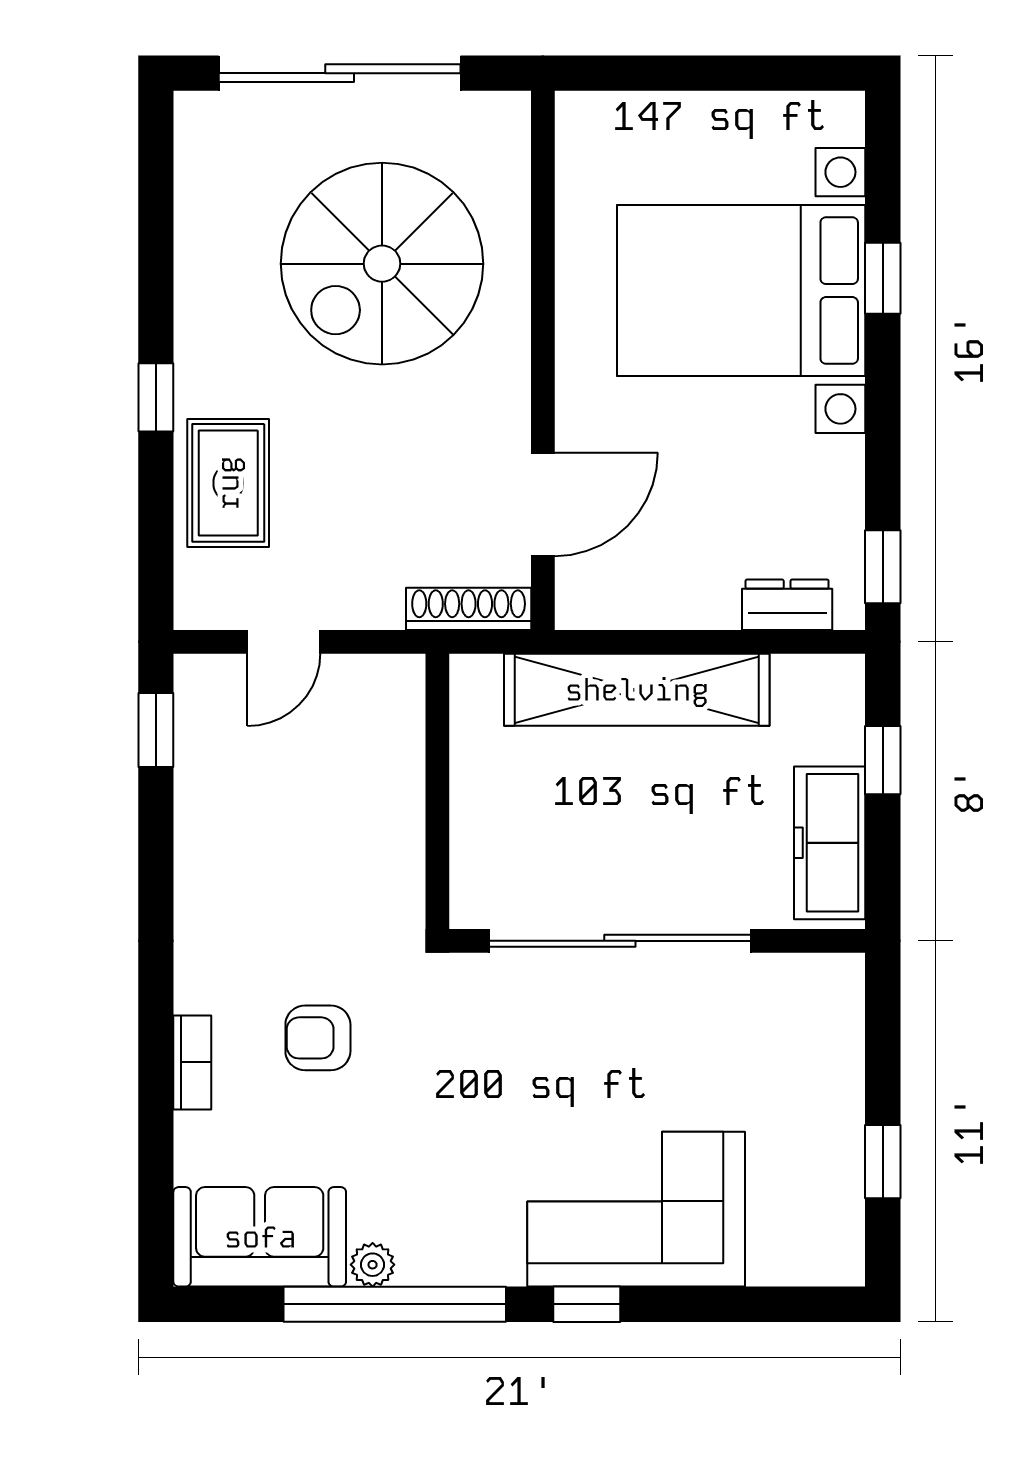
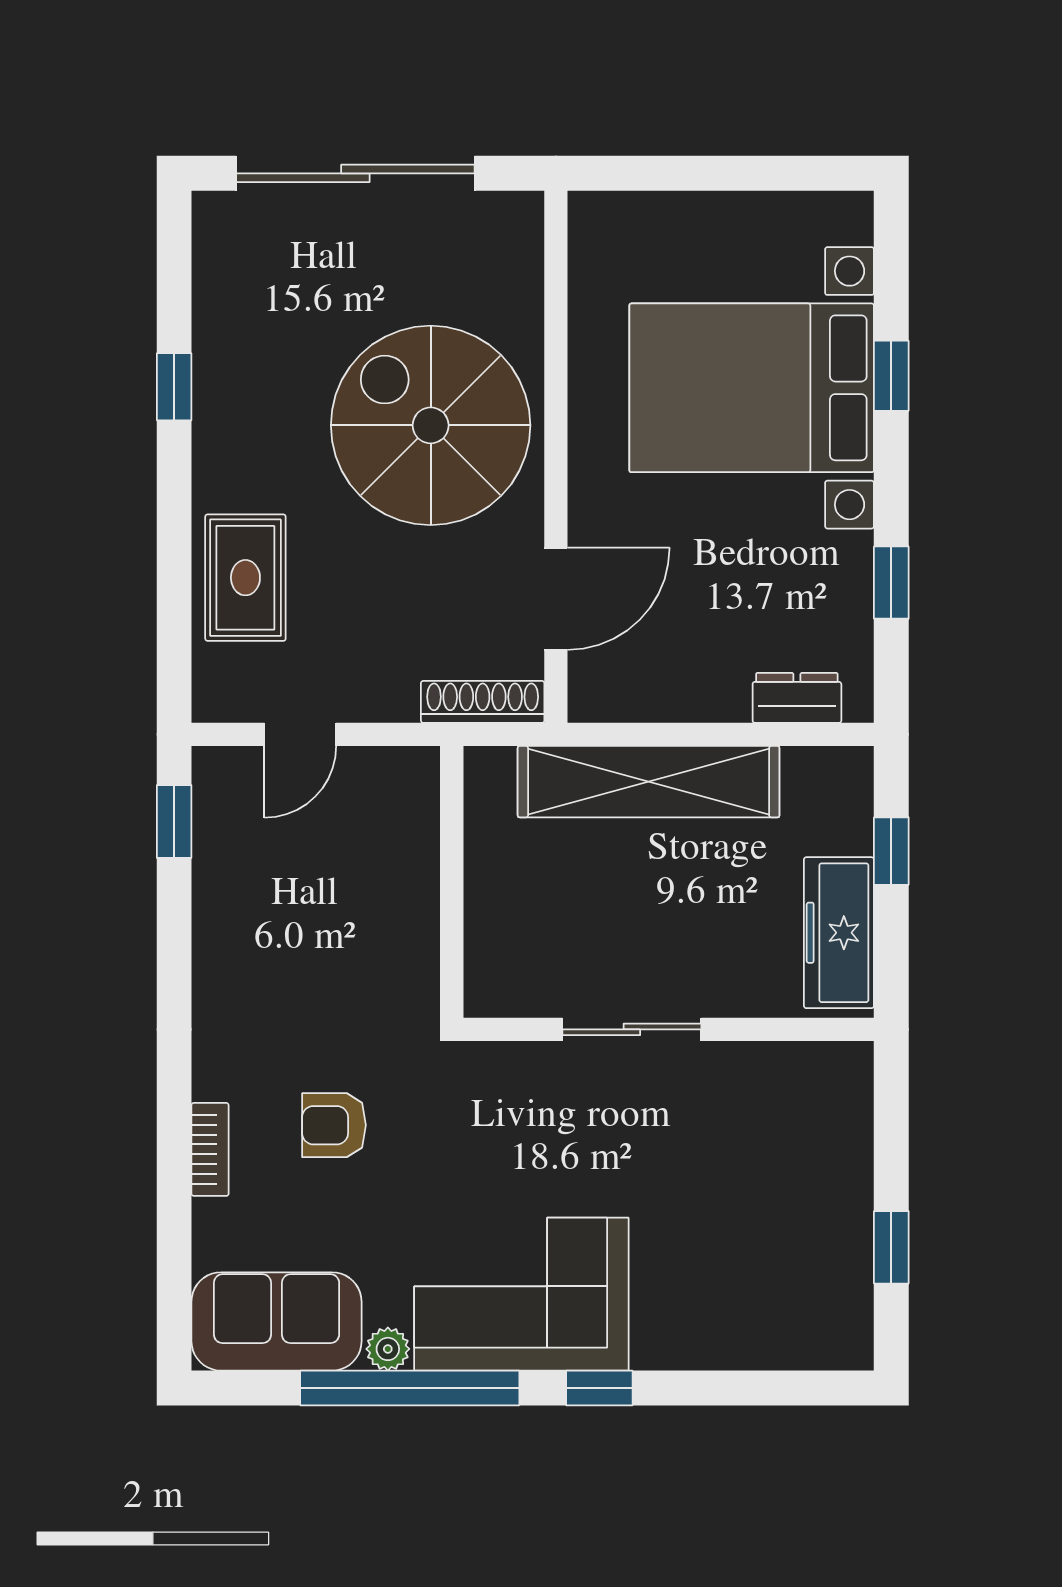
spiral stairs: (382, 264) -> (431, 425), moved, turned 90
window: (156, 397) -> (174, 387), moved
window: (883, 567) -> (891, 583), moved
sliding door: (620, 941) -> (632, 1029), width x0.54
corner sofa: (636, 1209) -> (521, 1294), moved

